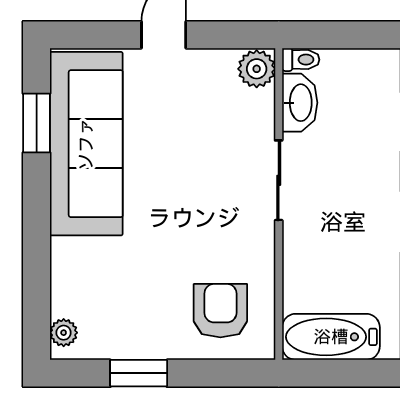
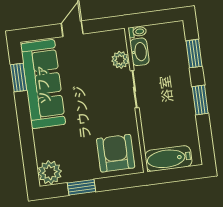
plant: (257, 69) -> (120, 60), moved
armchair: (220, 311) -> (116, 153), width x1.36, depth x1.36
plant: (64, 333) -> (50, 172), width x1.88, depth x1.88

